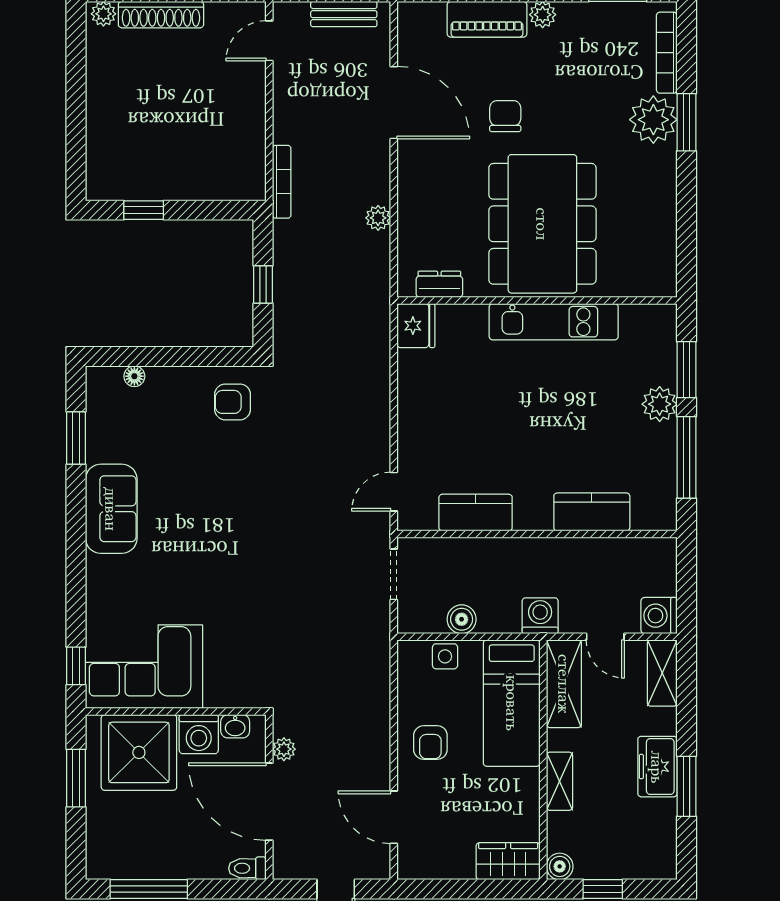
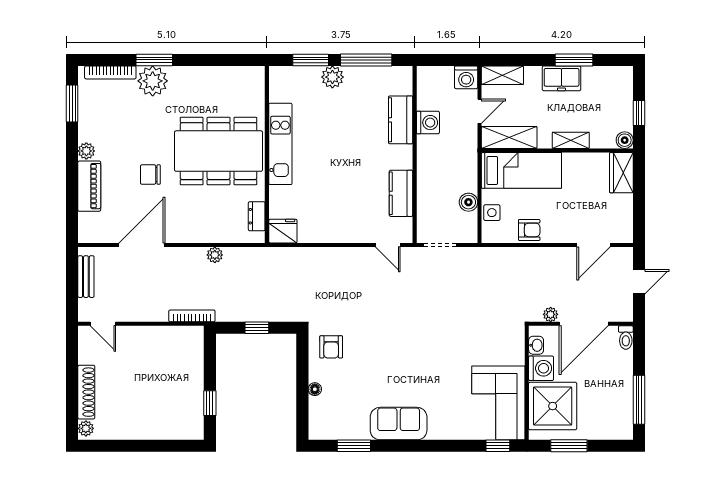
floor lamp: (134, 376) -> (315, 389), moved
washing machine: (540, 616) -> (428, 123), moved, turned 180
armchair: (430, 743) -> (529, 230), moved

